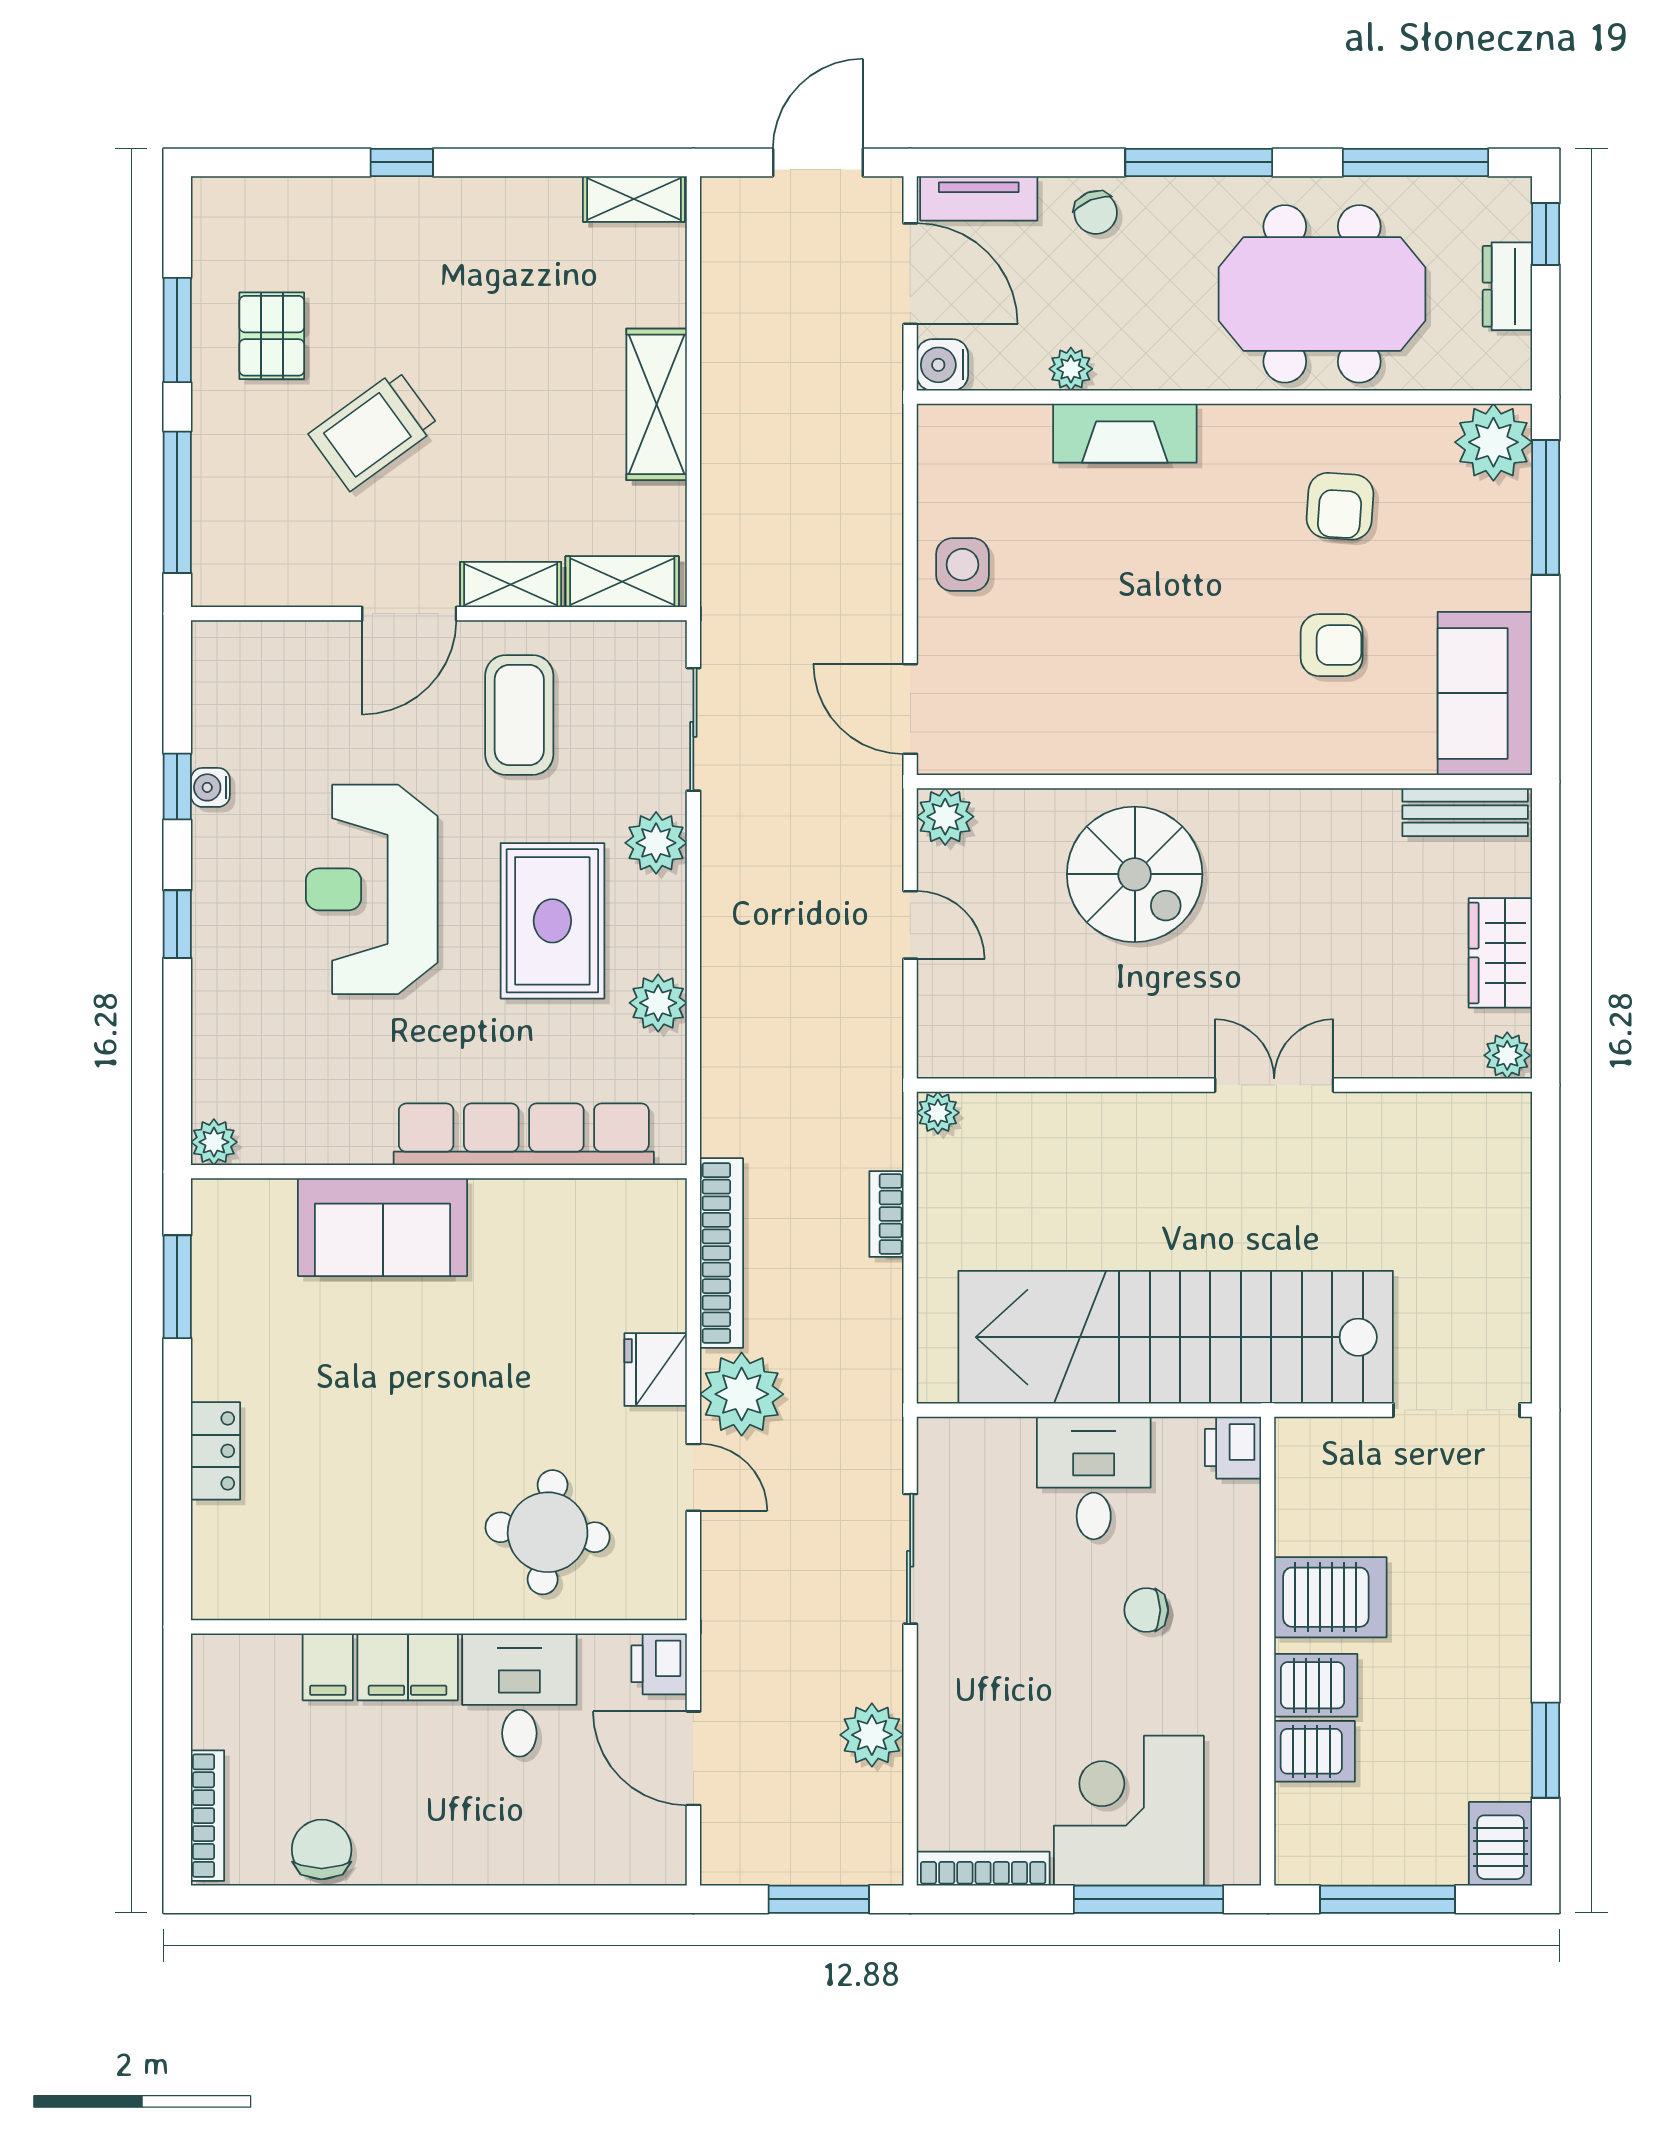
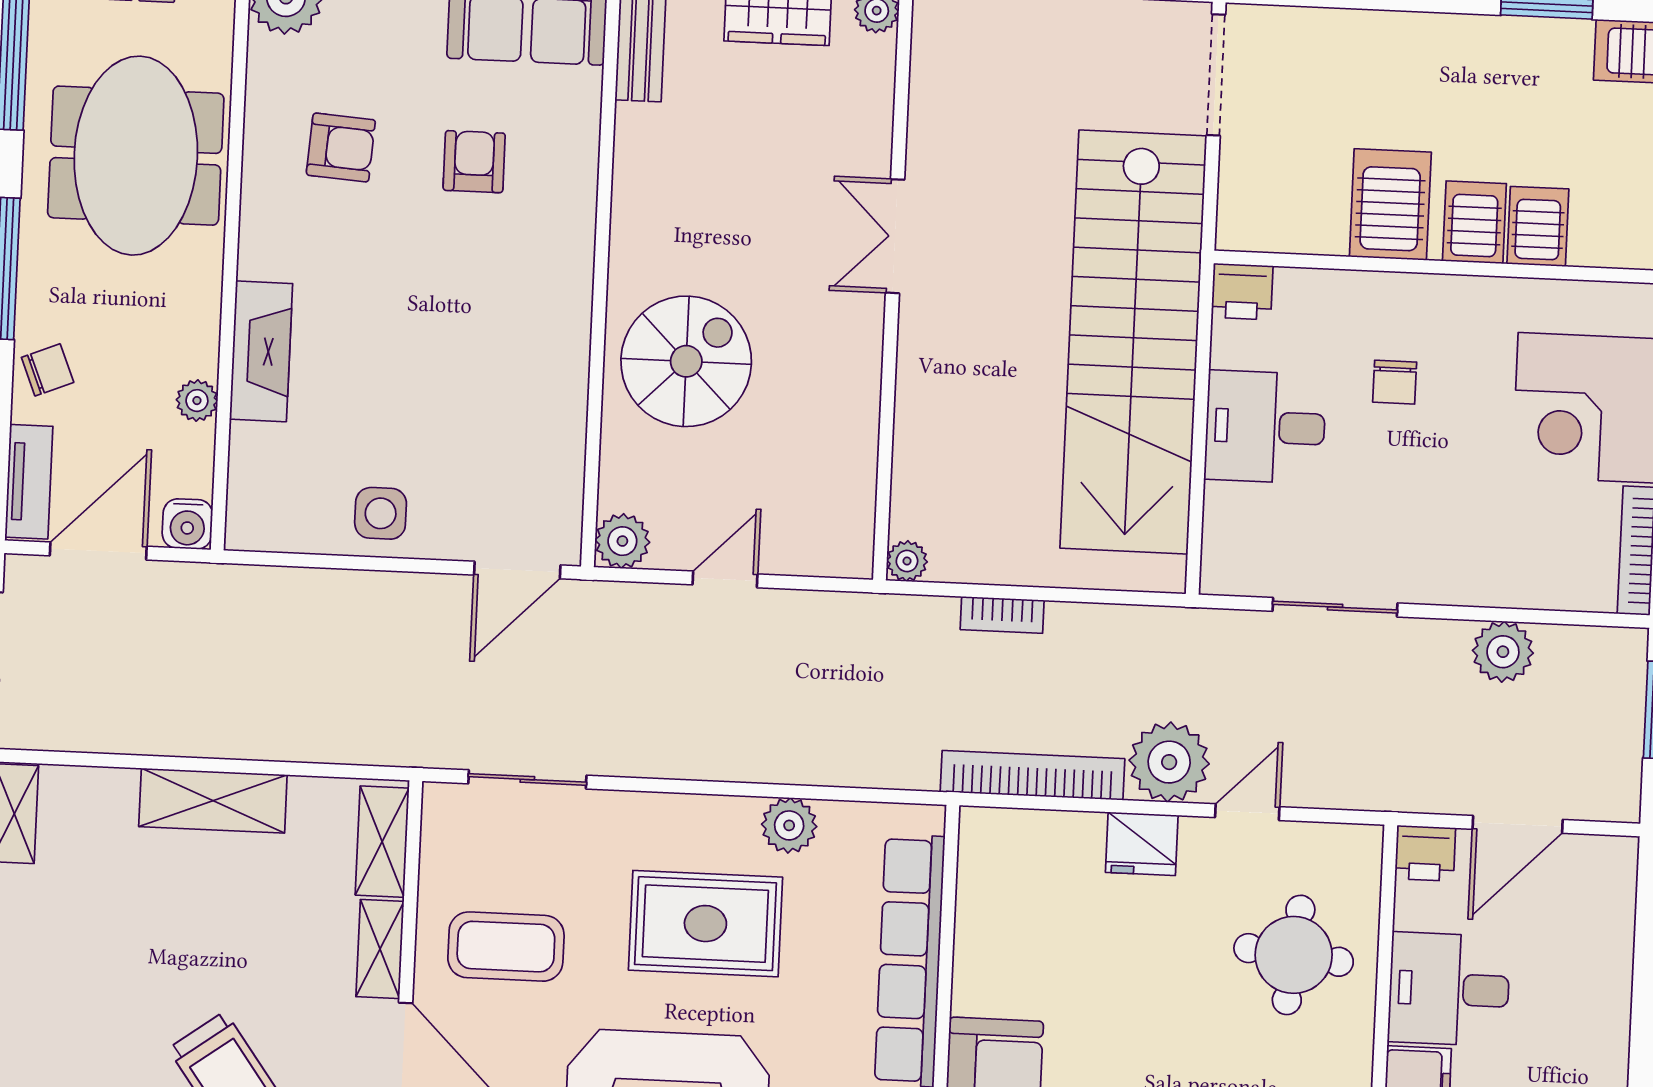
plant: (656, 843) -> (635, 820), removed

